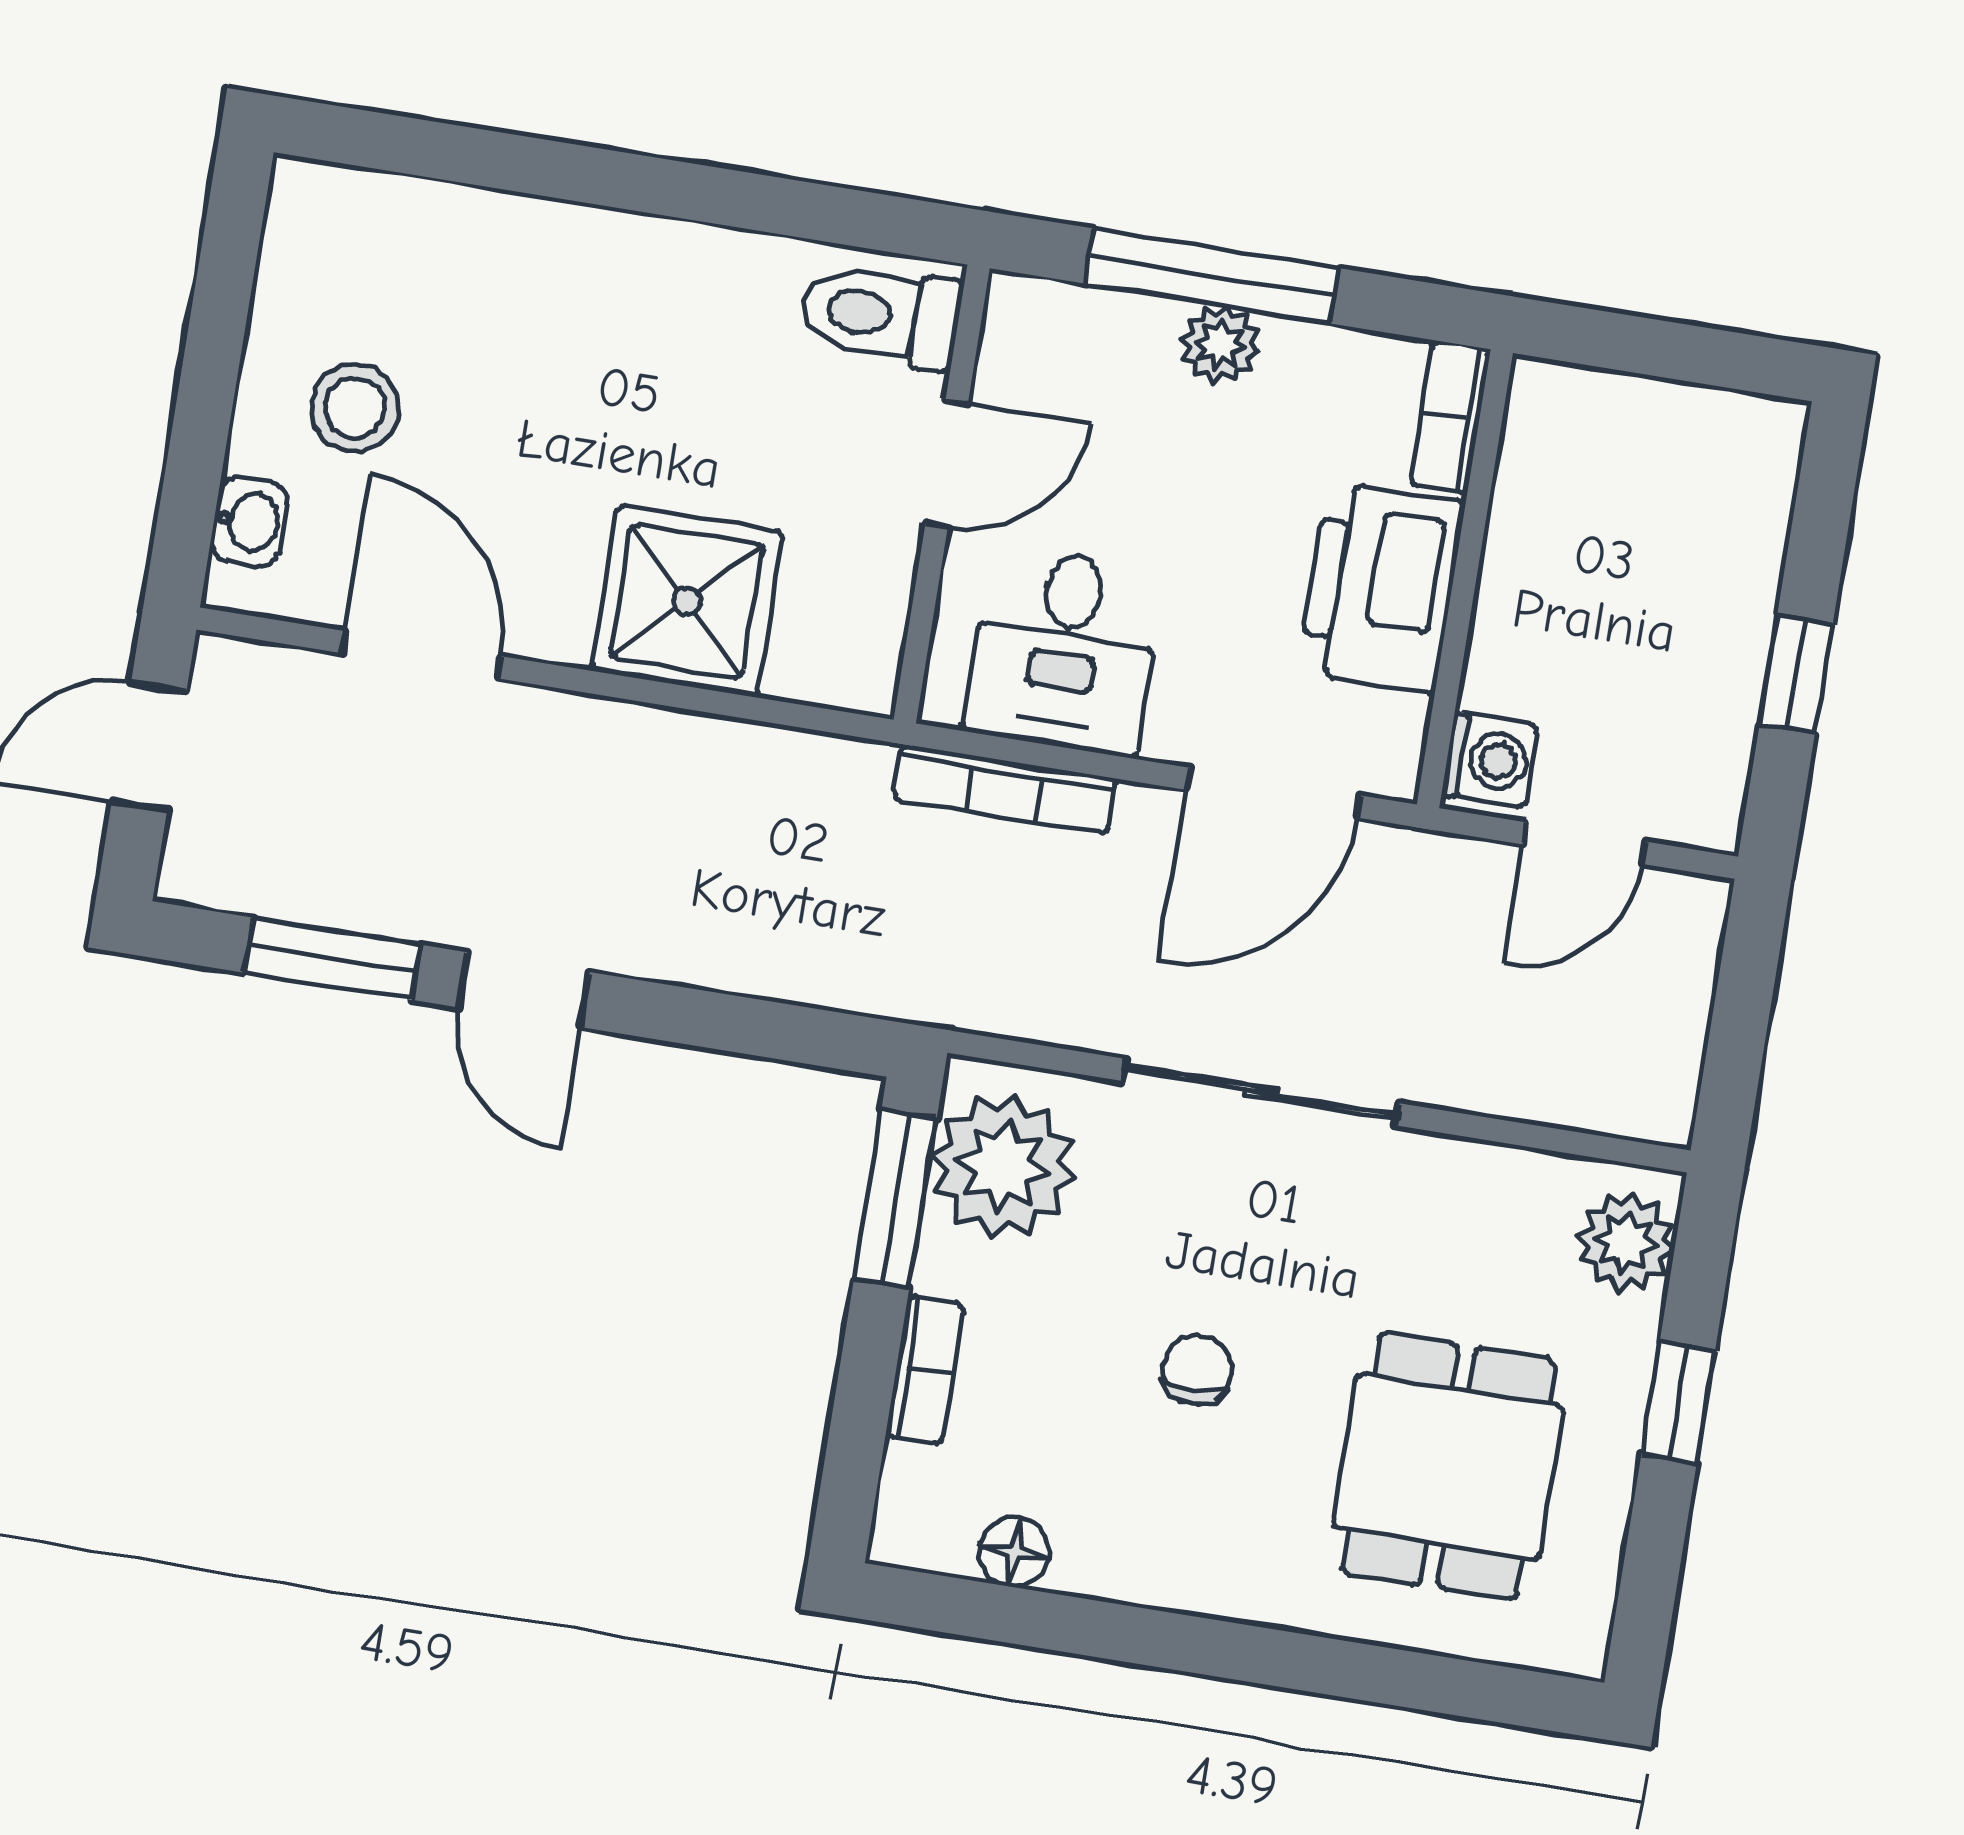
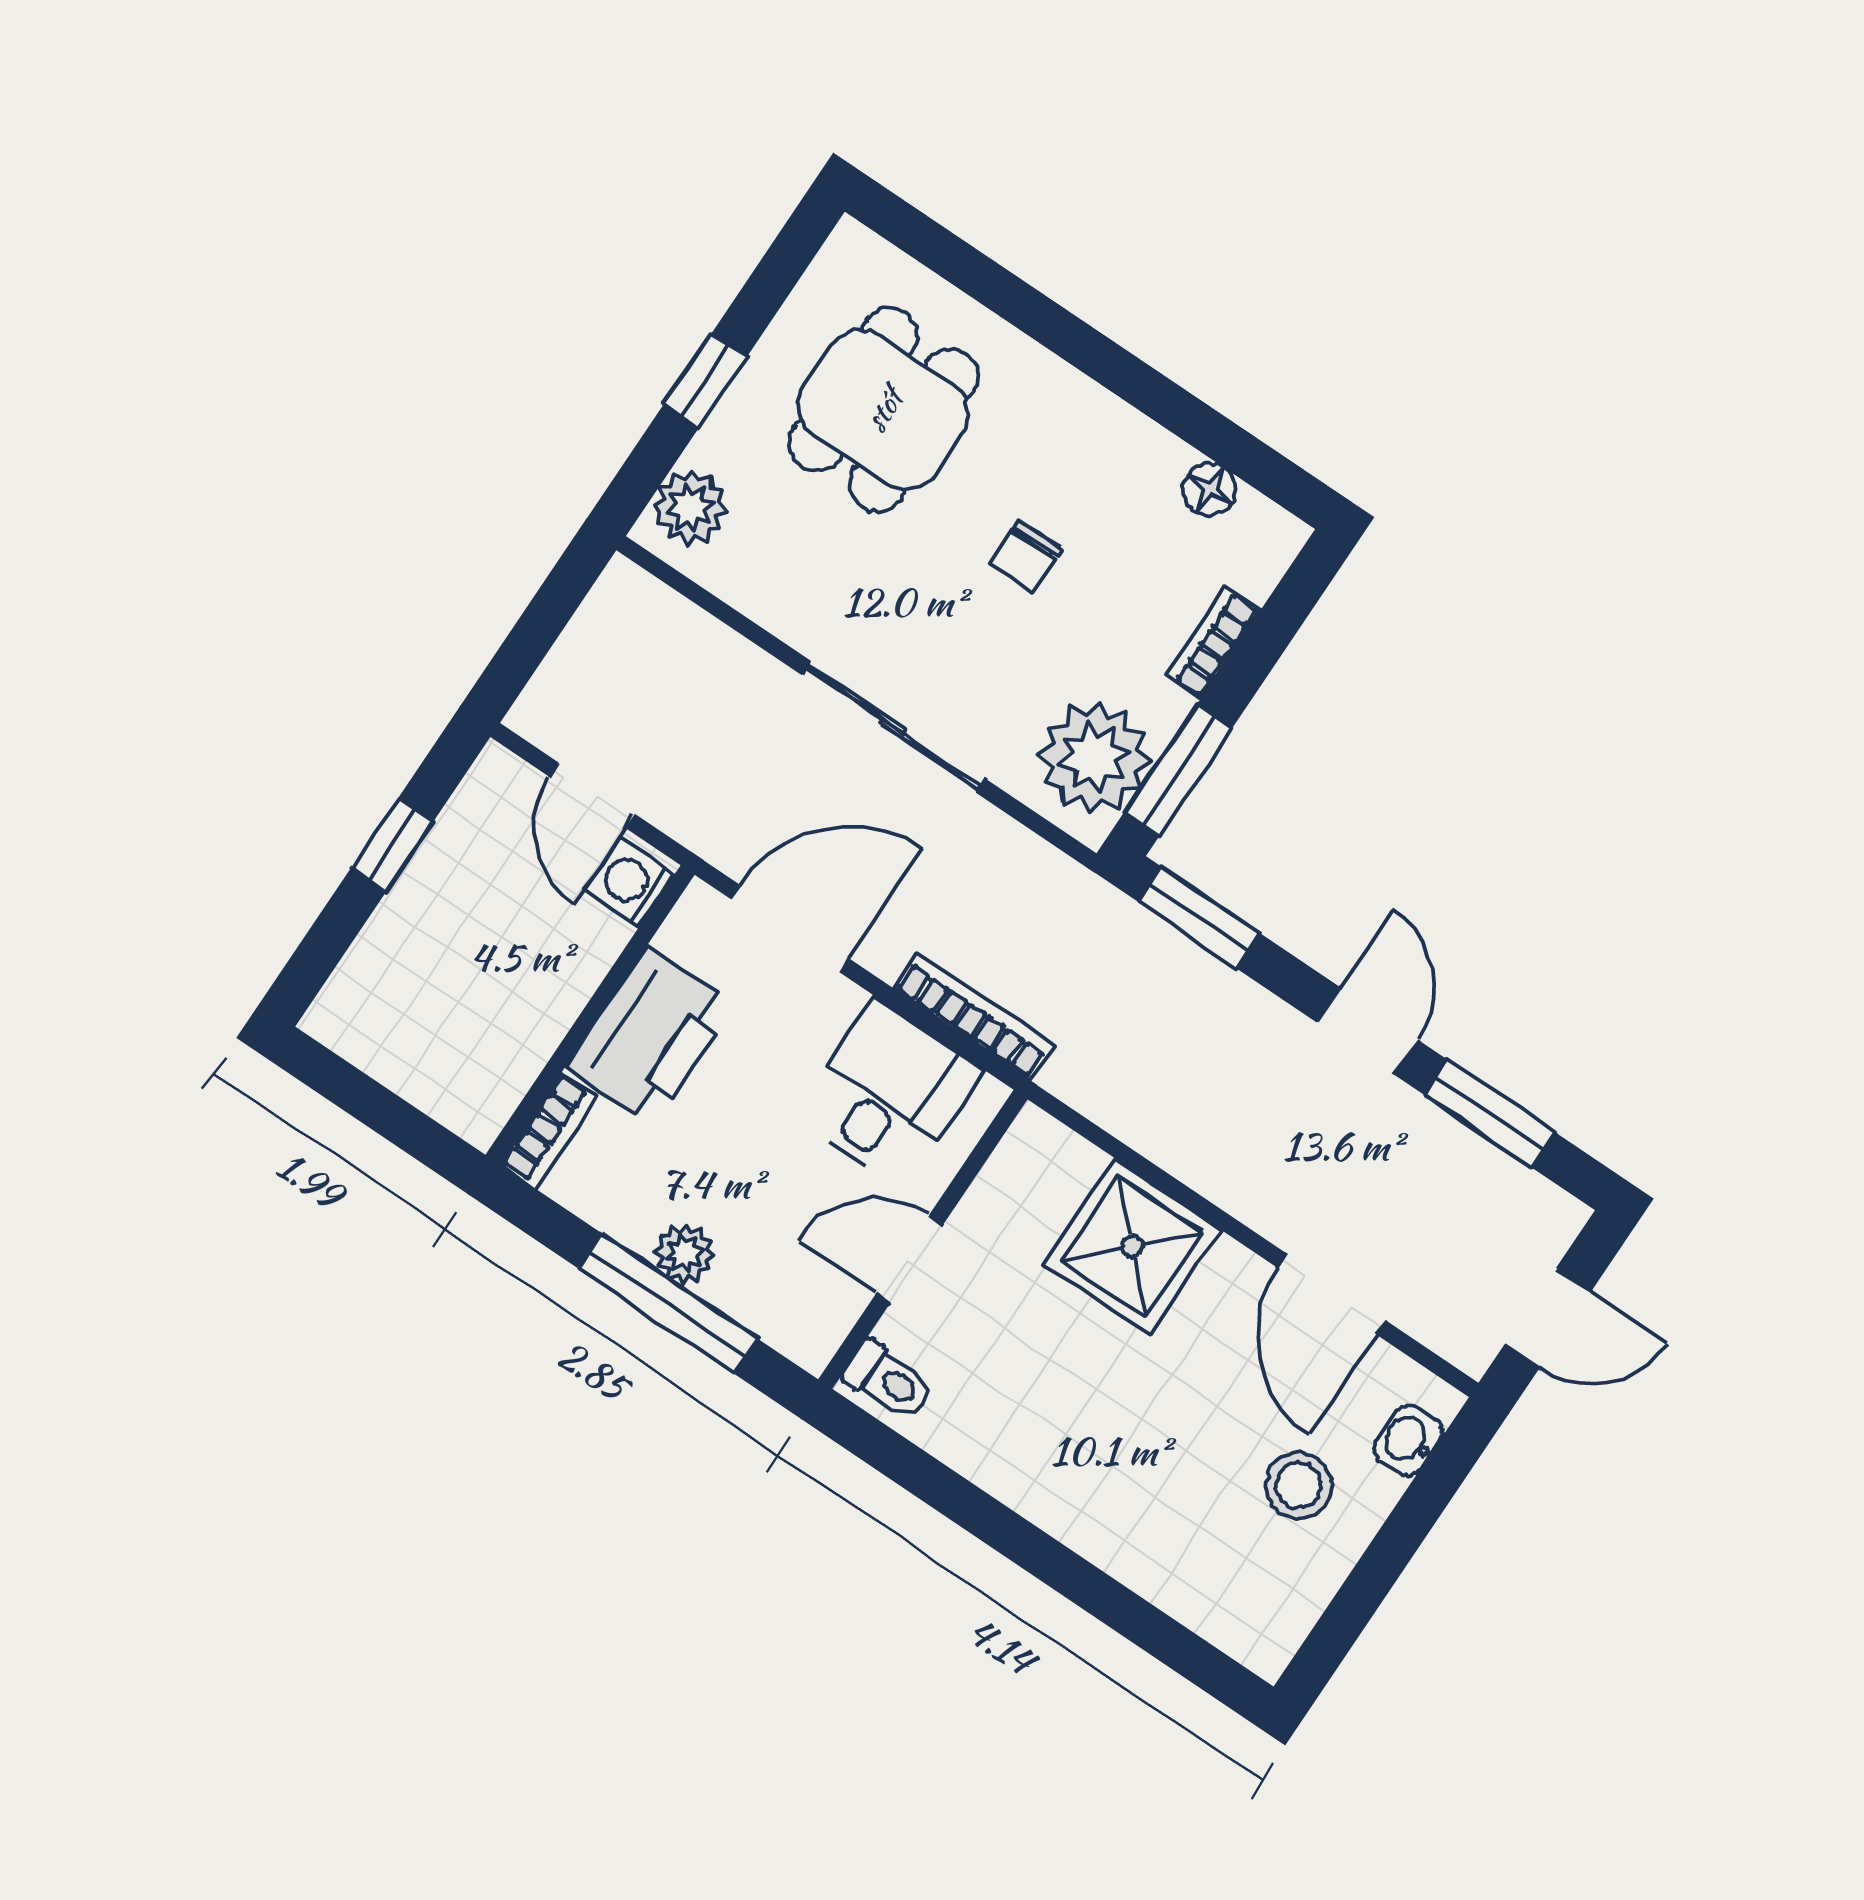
toilet: (881, 315) -> (889, 1380), width x0.73, depth x0.72
door: (1584, 843) -> (592, 795), swing flipped
window: (788, 1033) -> (1200, 918), added

